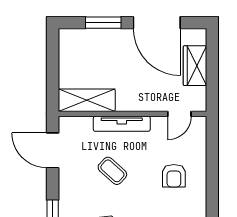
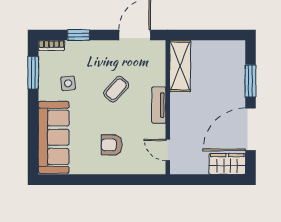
wardrobe: (195, 66) -> (227, 164), moved
tv unit: (122, 124) -> (159, 105), width x0.71

